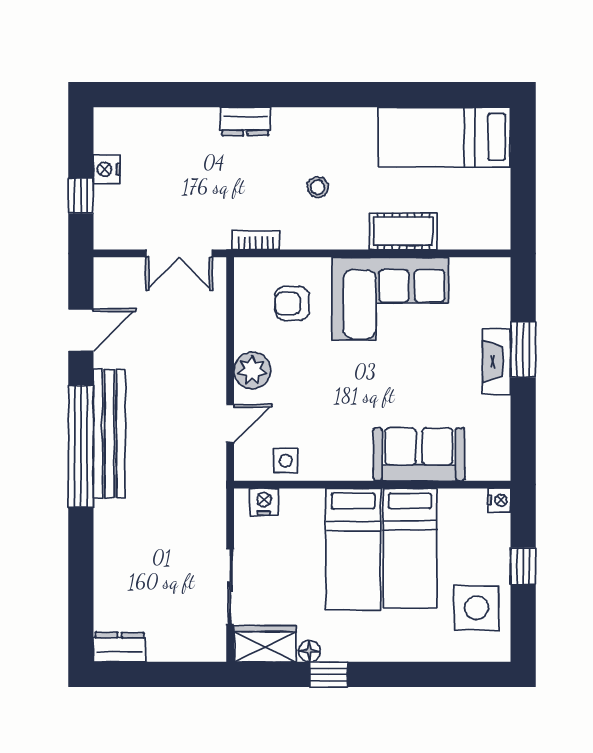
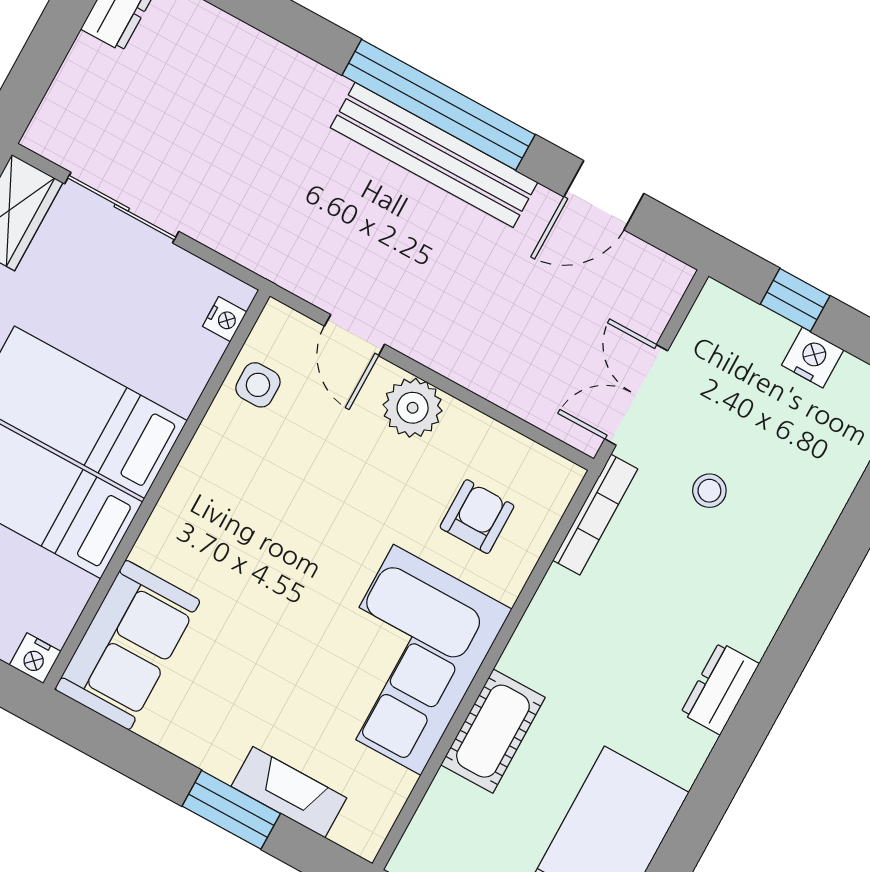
dresser: (245, 121) -> (720, 688), moved
stool: (318, 187) -> (709, 491), moved
bookcase: (256, 240) -> (595, 515), width x1.56
door: (81, 330) -> (604, 195), hinge flipped
fireplace: (497, 361) -> (289, 792), moved
sofa: (419, 454) -> (127, 645), moved
nightstand: (264, 502) -> (225, 319), width x0.72, depth x0.74

